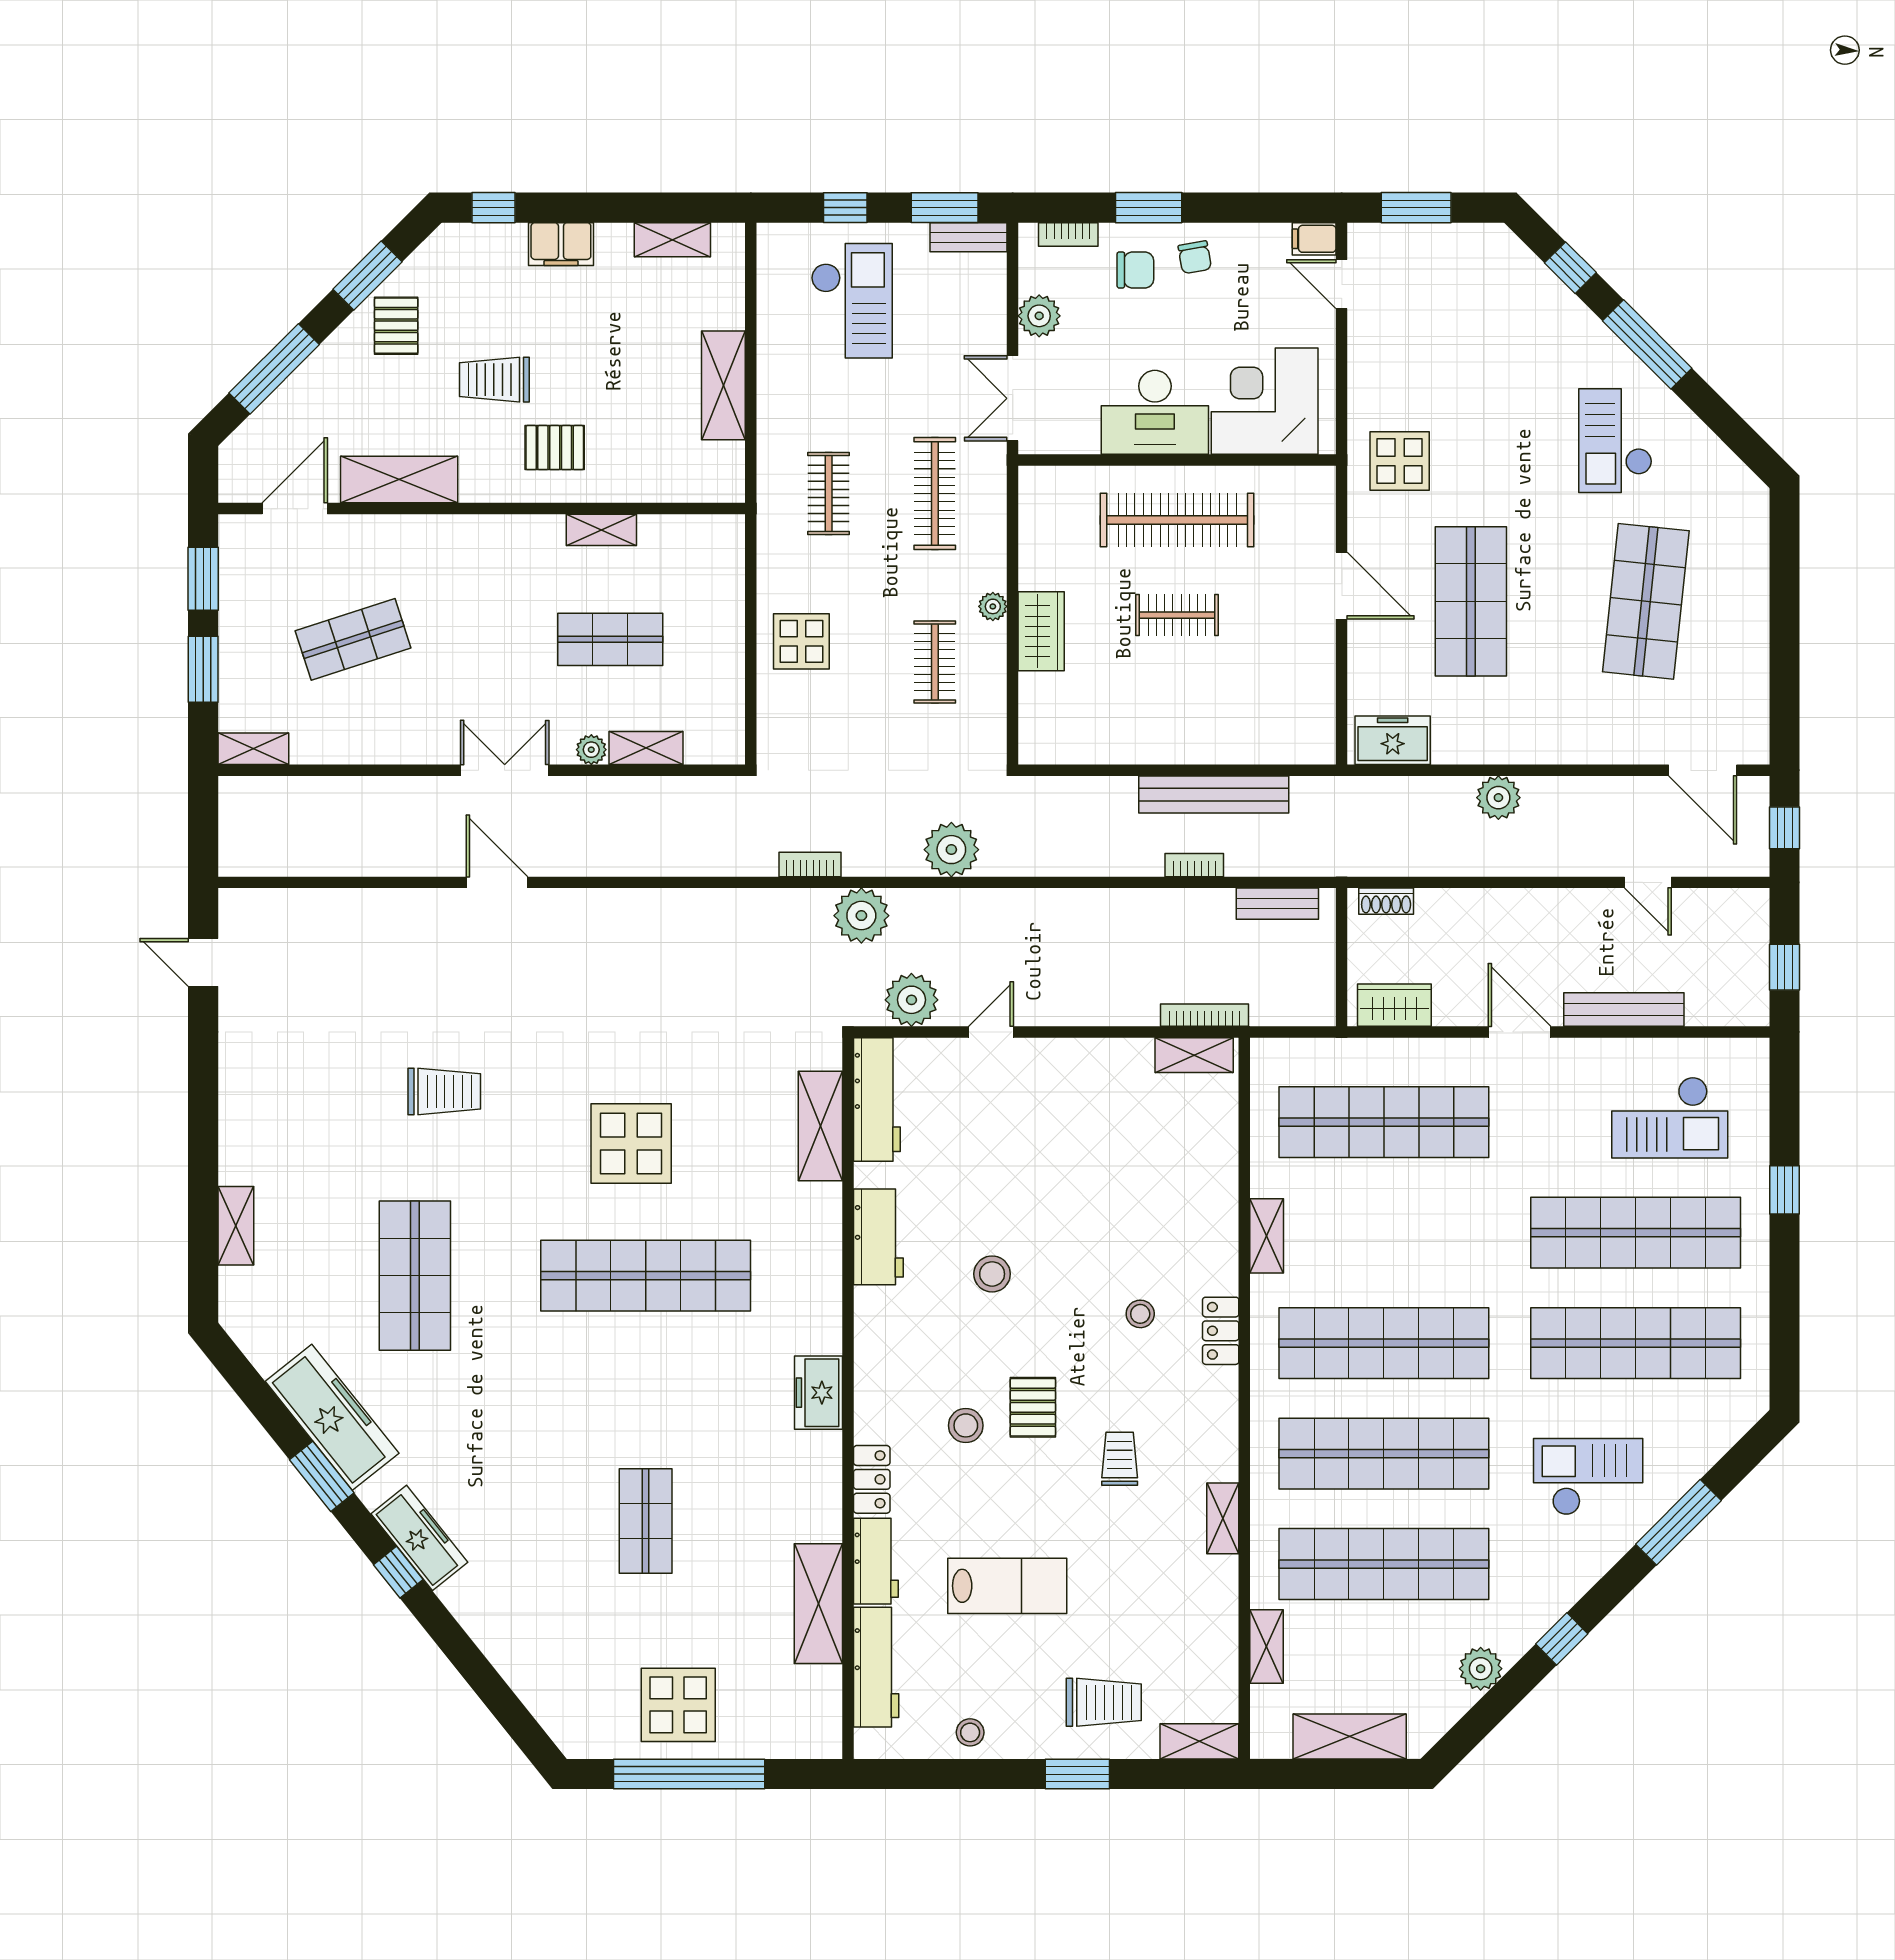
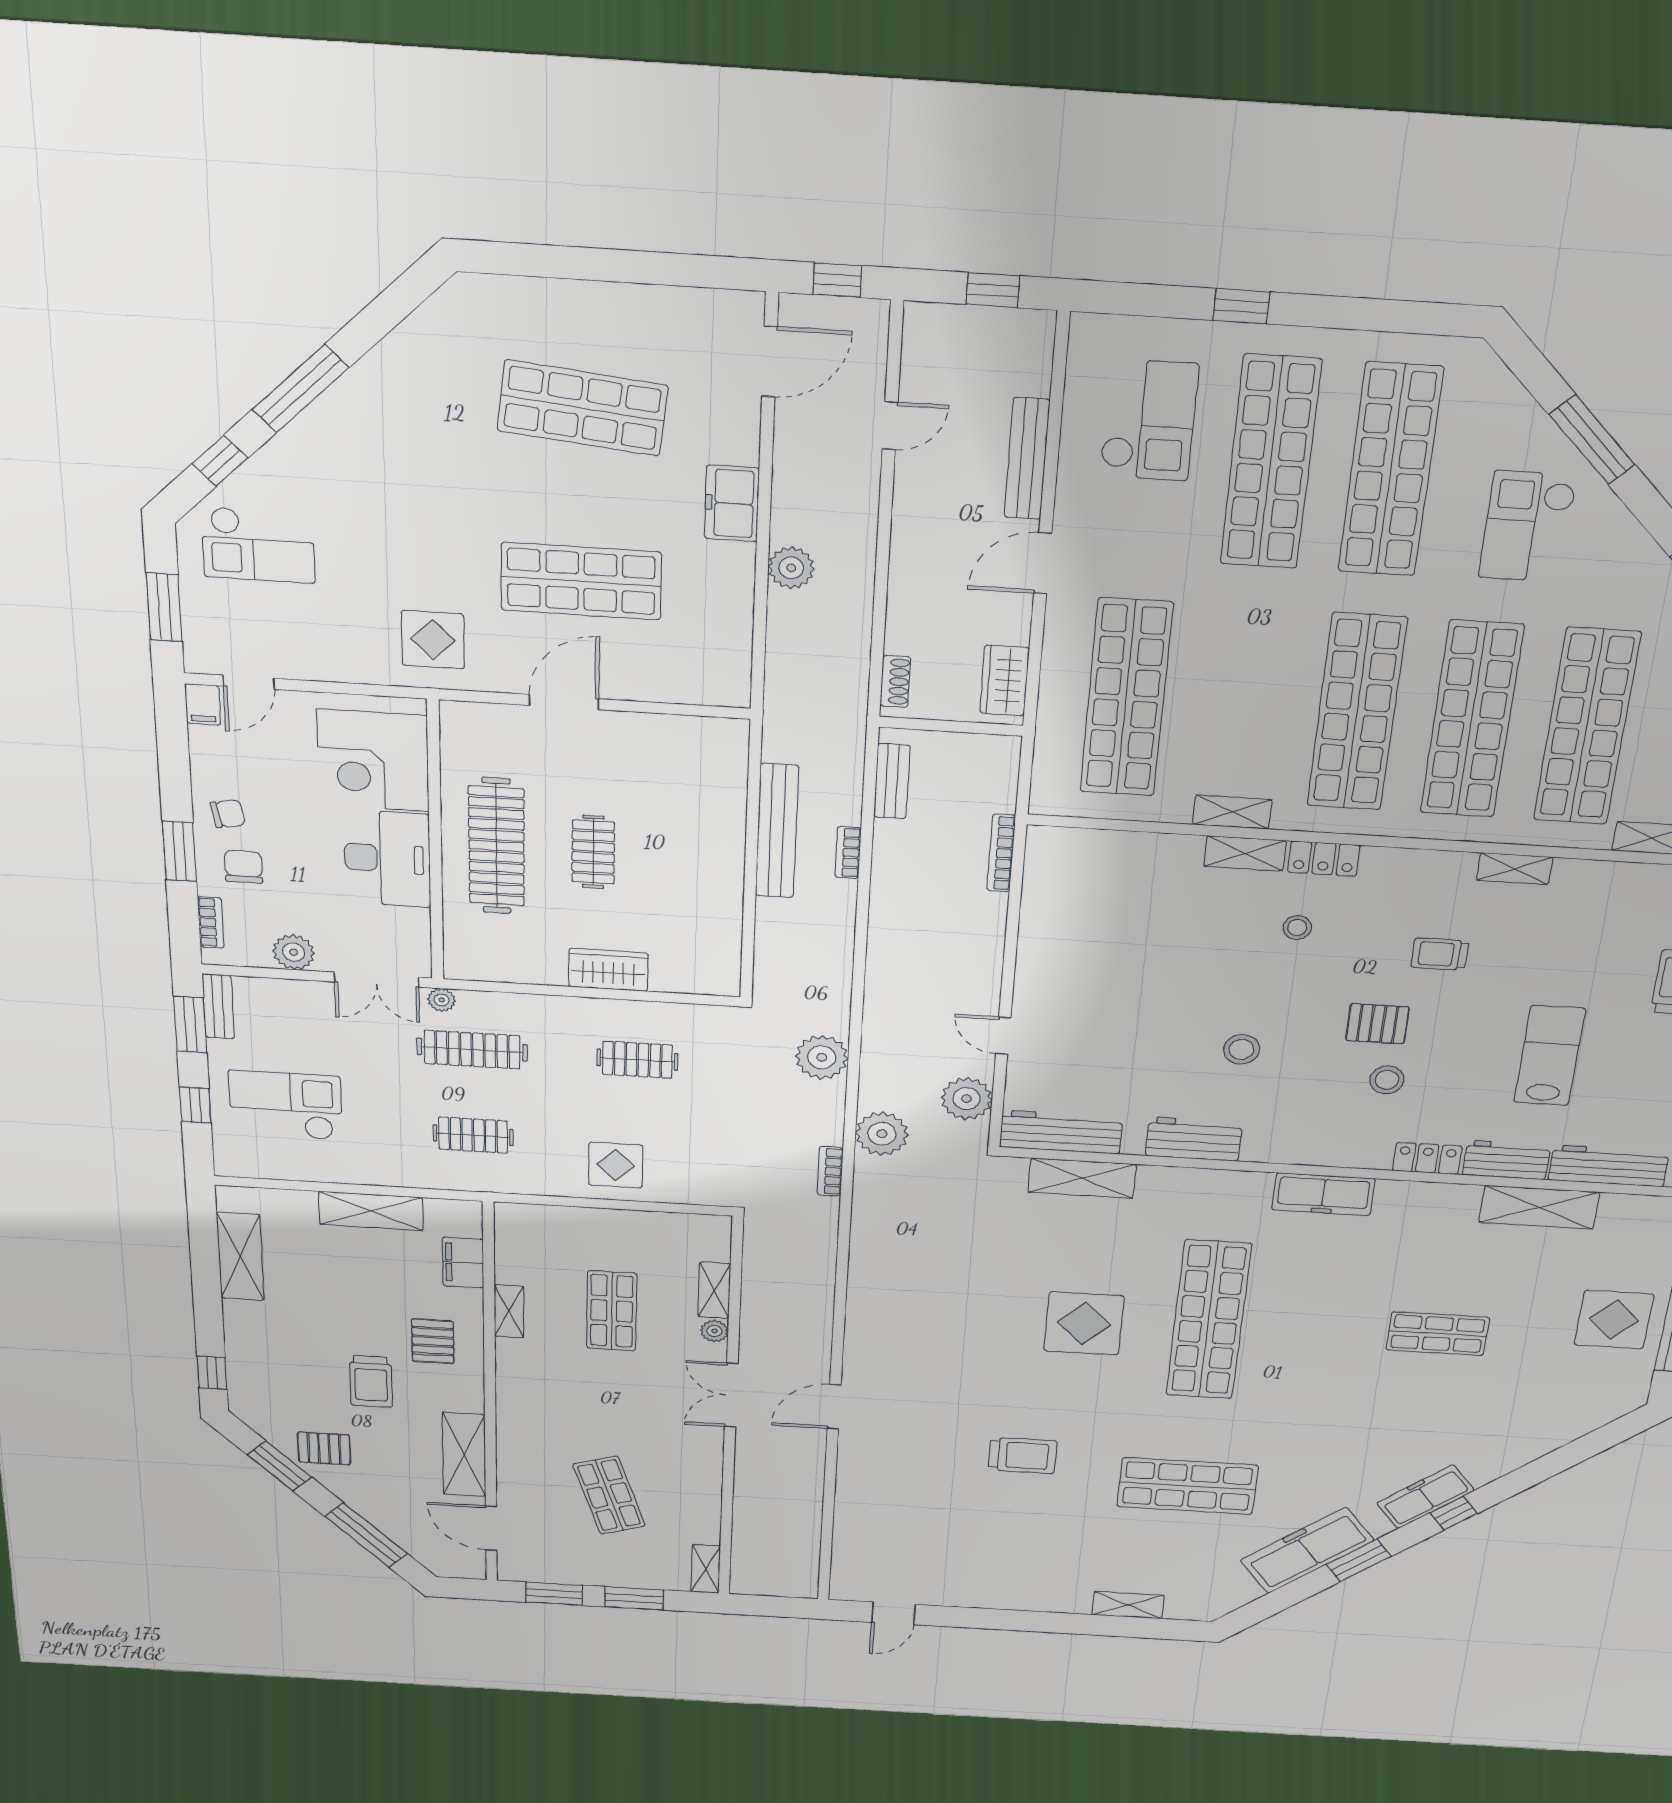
shelving: (672, 240) -> (240, 1256), width x1.50, depth x1.33
filing cabinet: (561, 244) -> (463, 1263), moved, turned 180
checkout: (1615, 441) -> (258, 545), moved
plant: (993, 606) -> (442, 1000), moved
freezer: (1393, 740) -> (732, 503), moved
shelving: (1194, 1055) -> (1245, 853), moved, turned 90
trolley: (444, 1091) -> (1023, 1456), turned 90
freezer: (819, 1393) -> (1323, 1194), width x1.40

